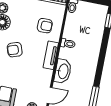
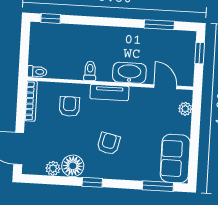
armchair: (15, 50) -> (109, 144), turned -148

